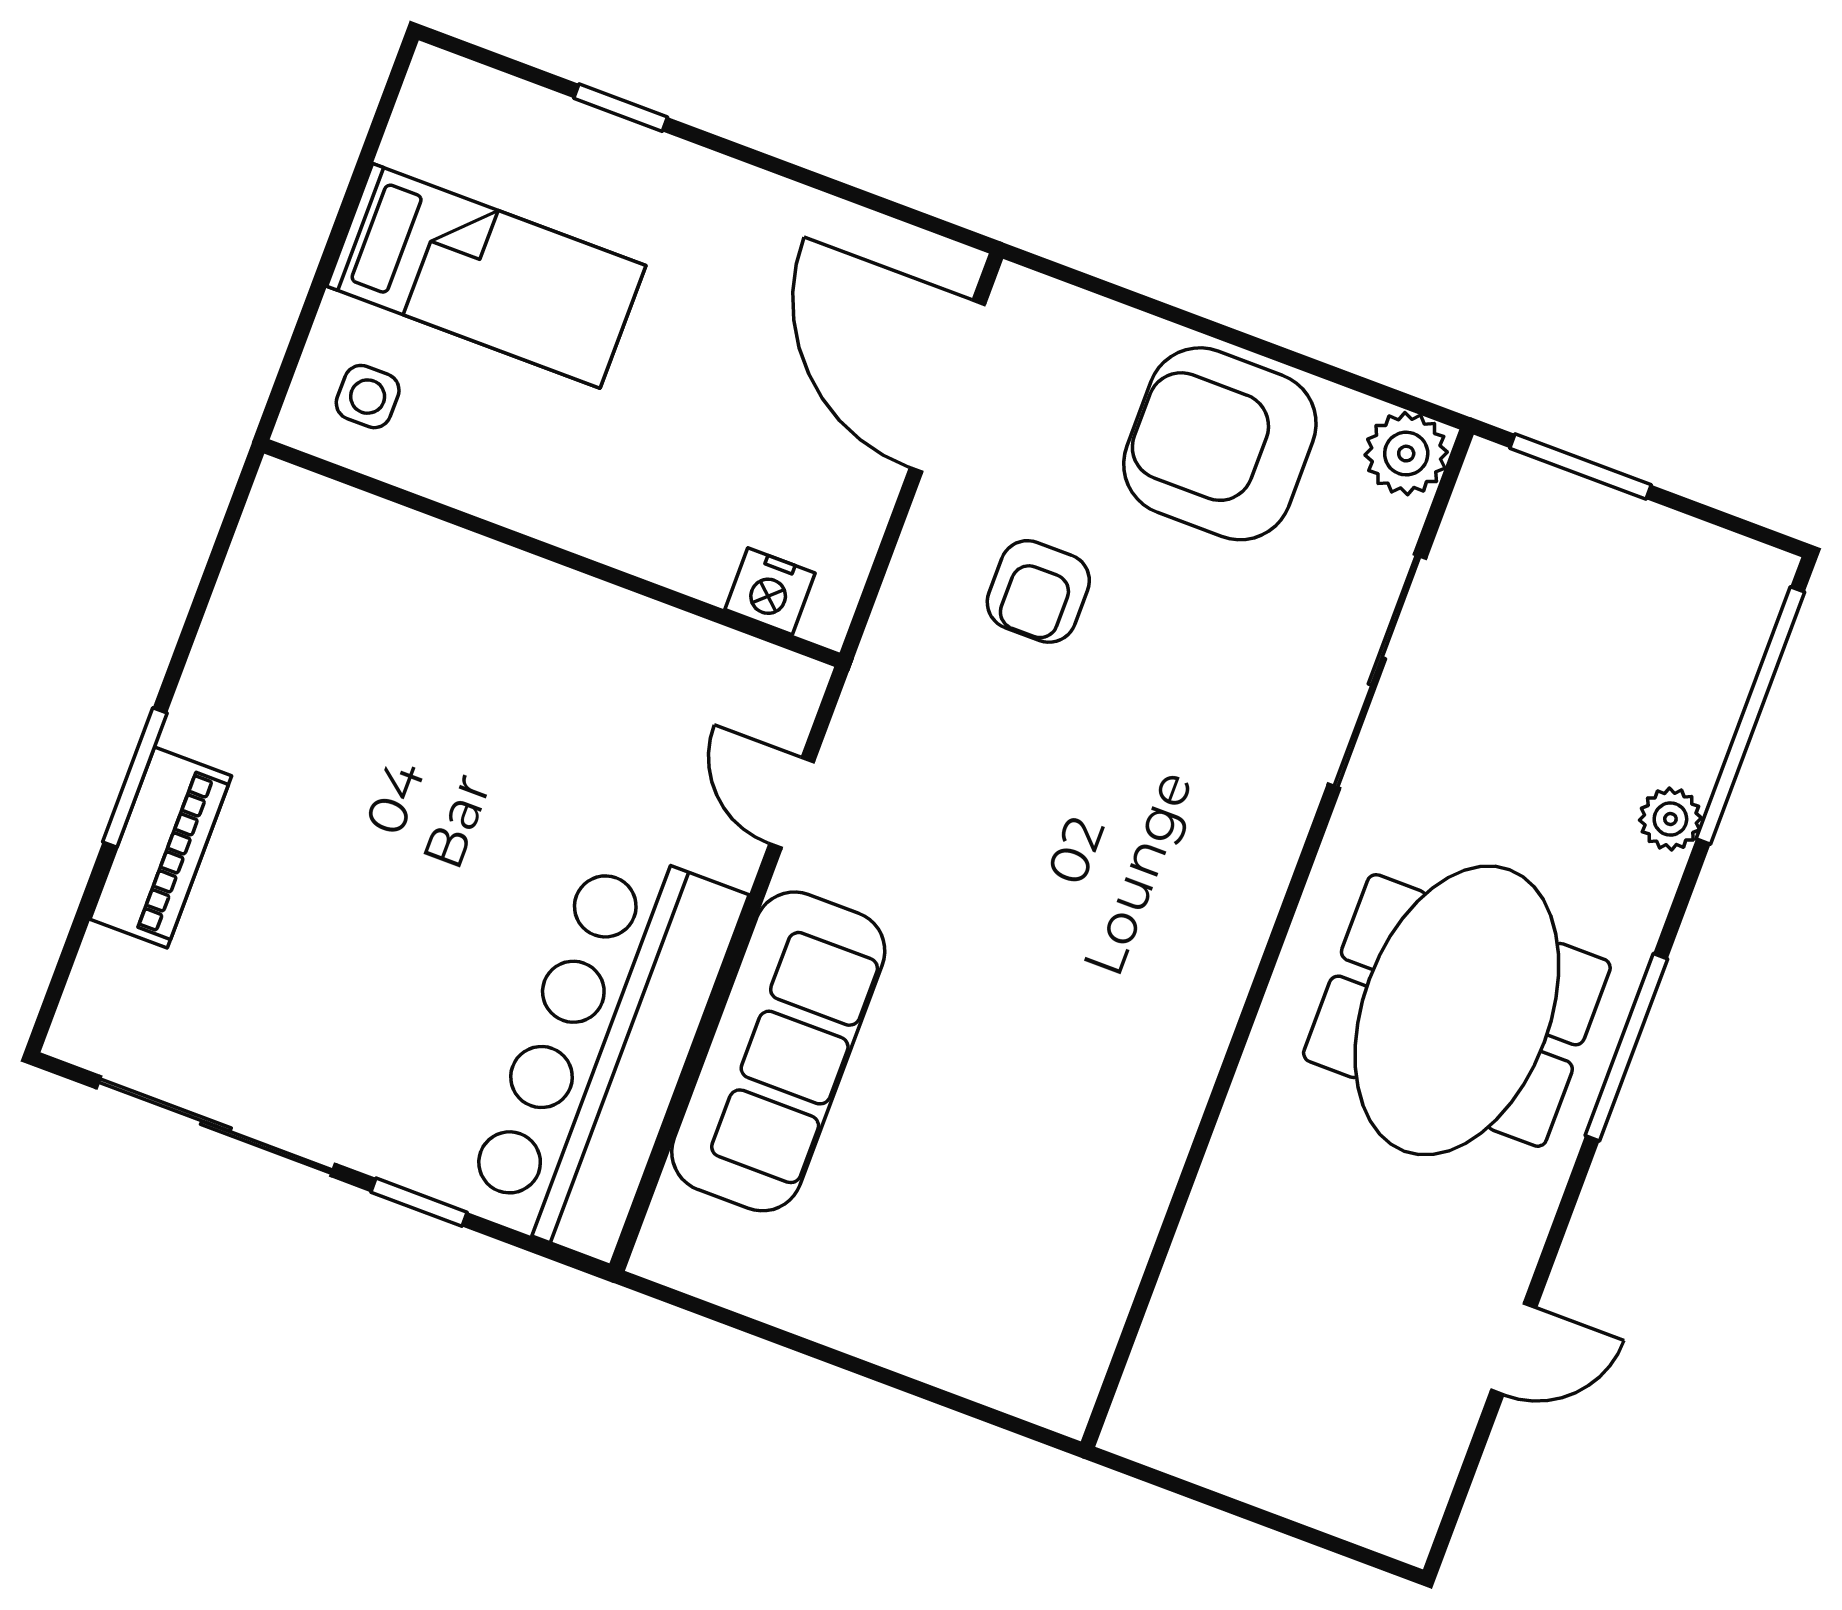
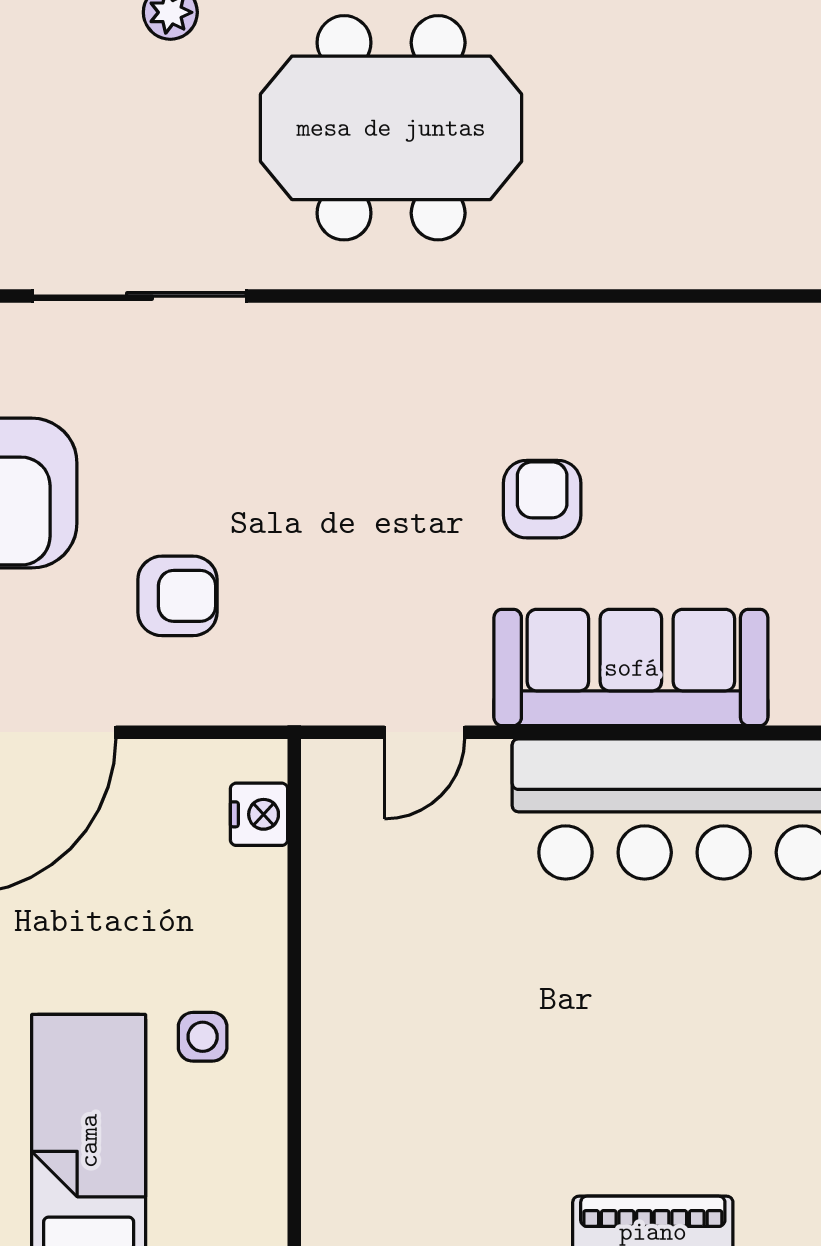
side table: (368, 397) -> (203, 1037), moved
armchair: (996, 1024) -> (542, 499), added

